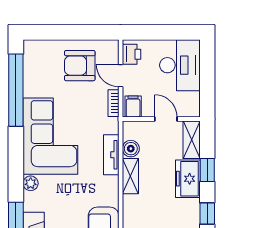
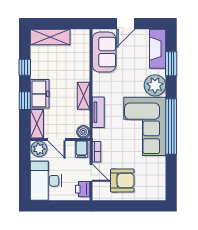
window: (16, 90) -> (171, 127), moved
plant: (189, 107) -> (39, 149), added
boiler: (131, 149) -> (83, 132), moved
plant: (31, 183) -> (155, 85), width x1.87, depth x1.87

